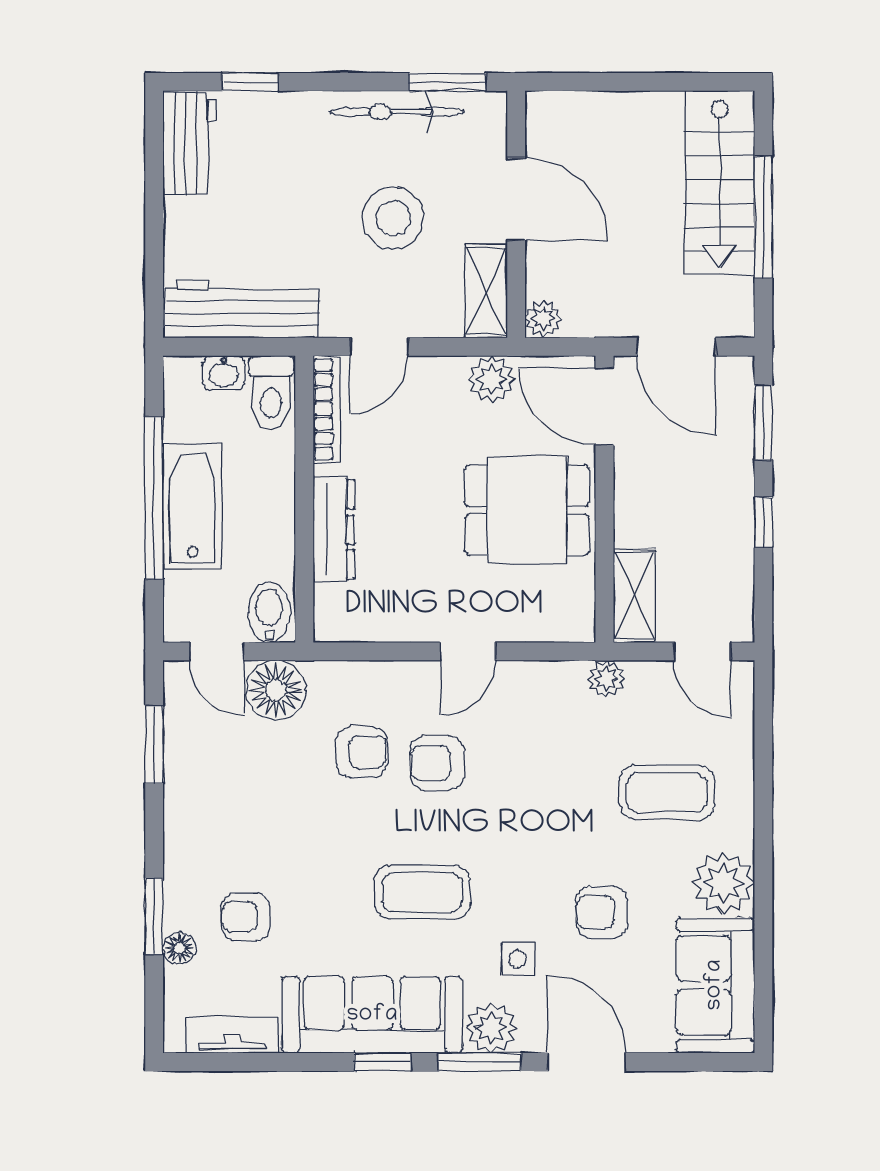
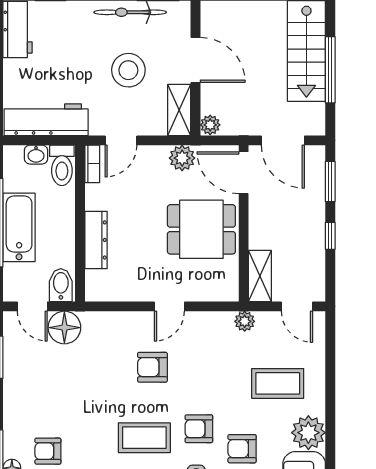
bookcase: (327, 409) -> (92, 164), width x0.64
armchair: (362, 752) -> (199, 429), moved, turned 180

